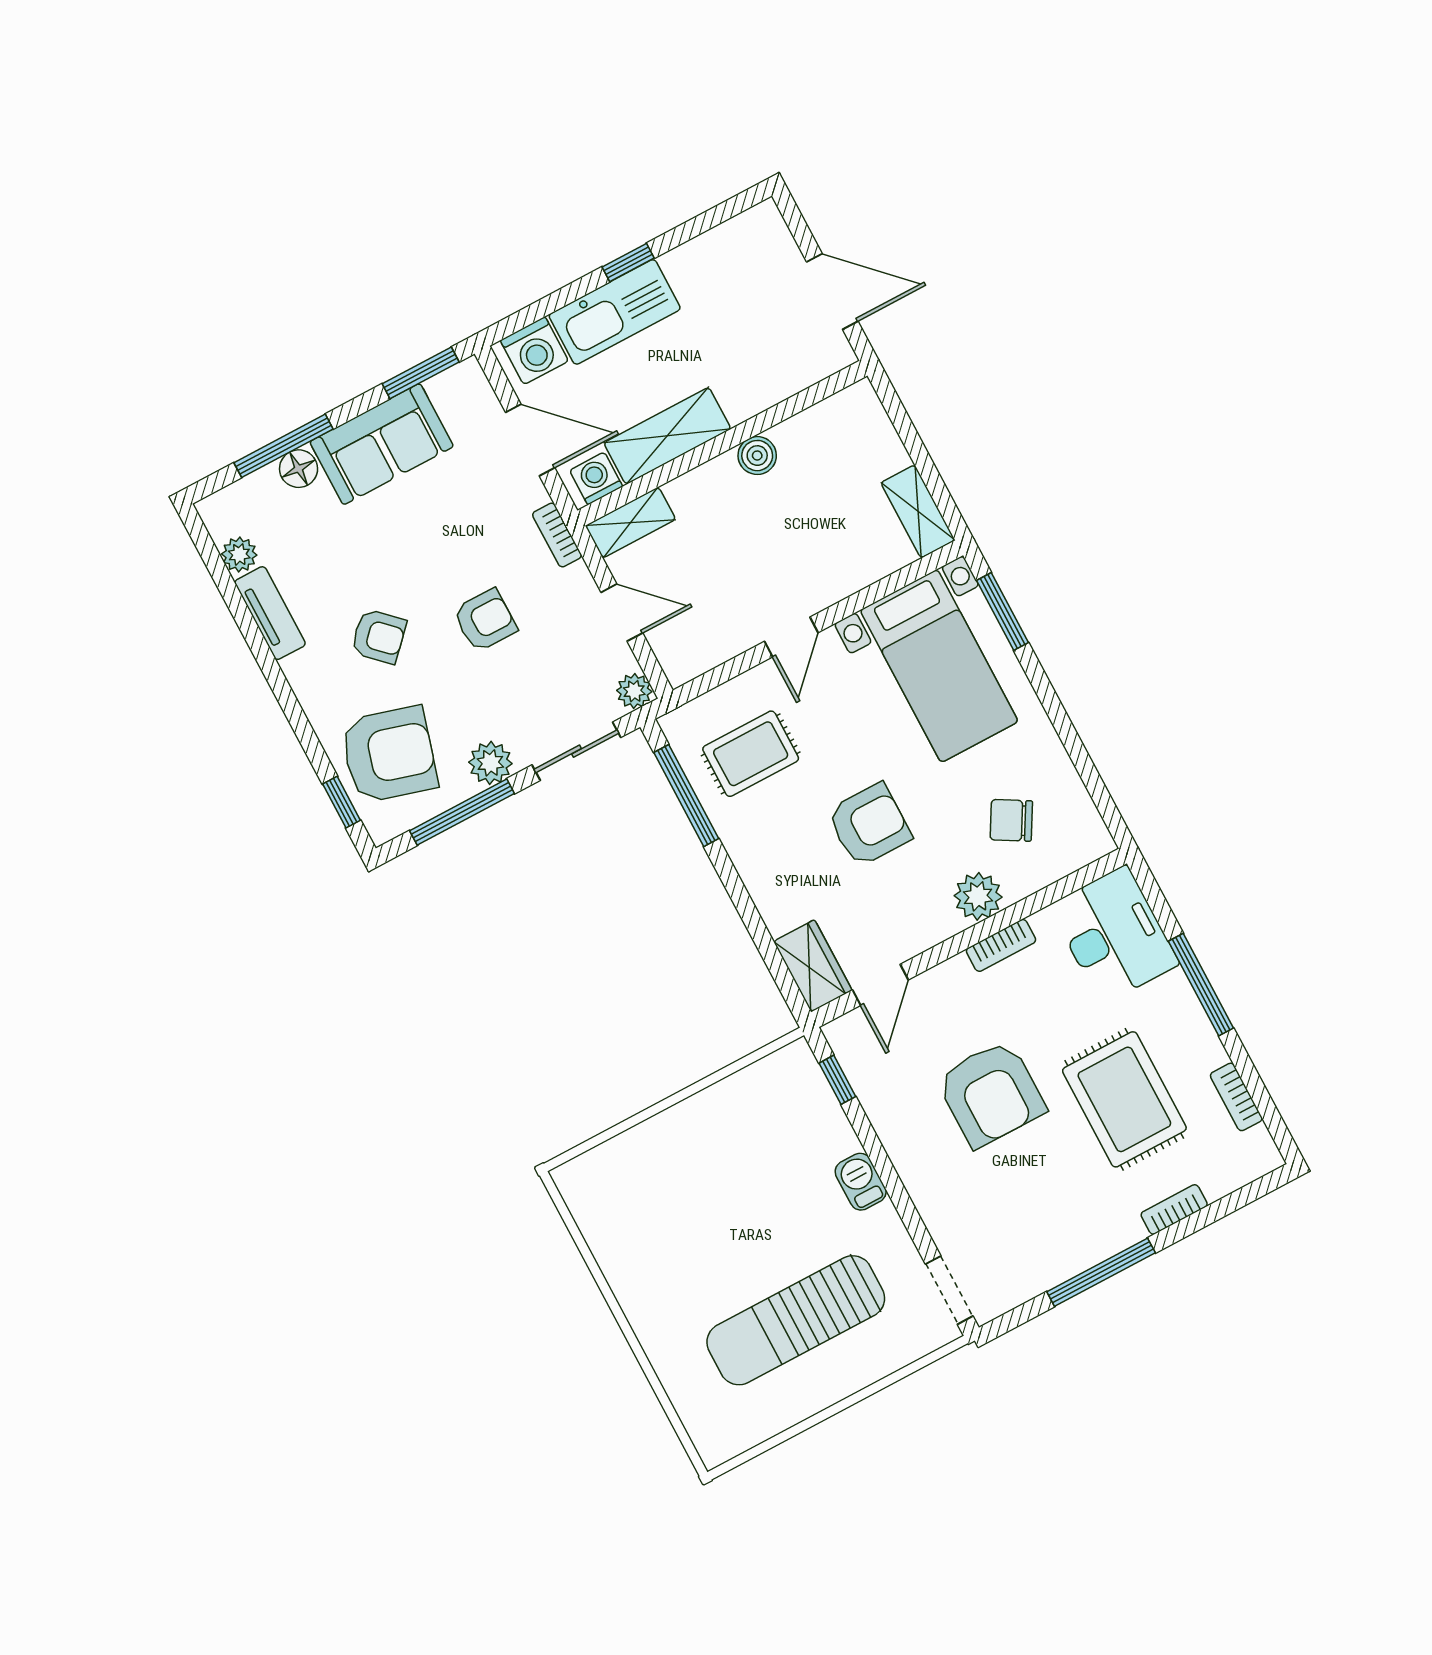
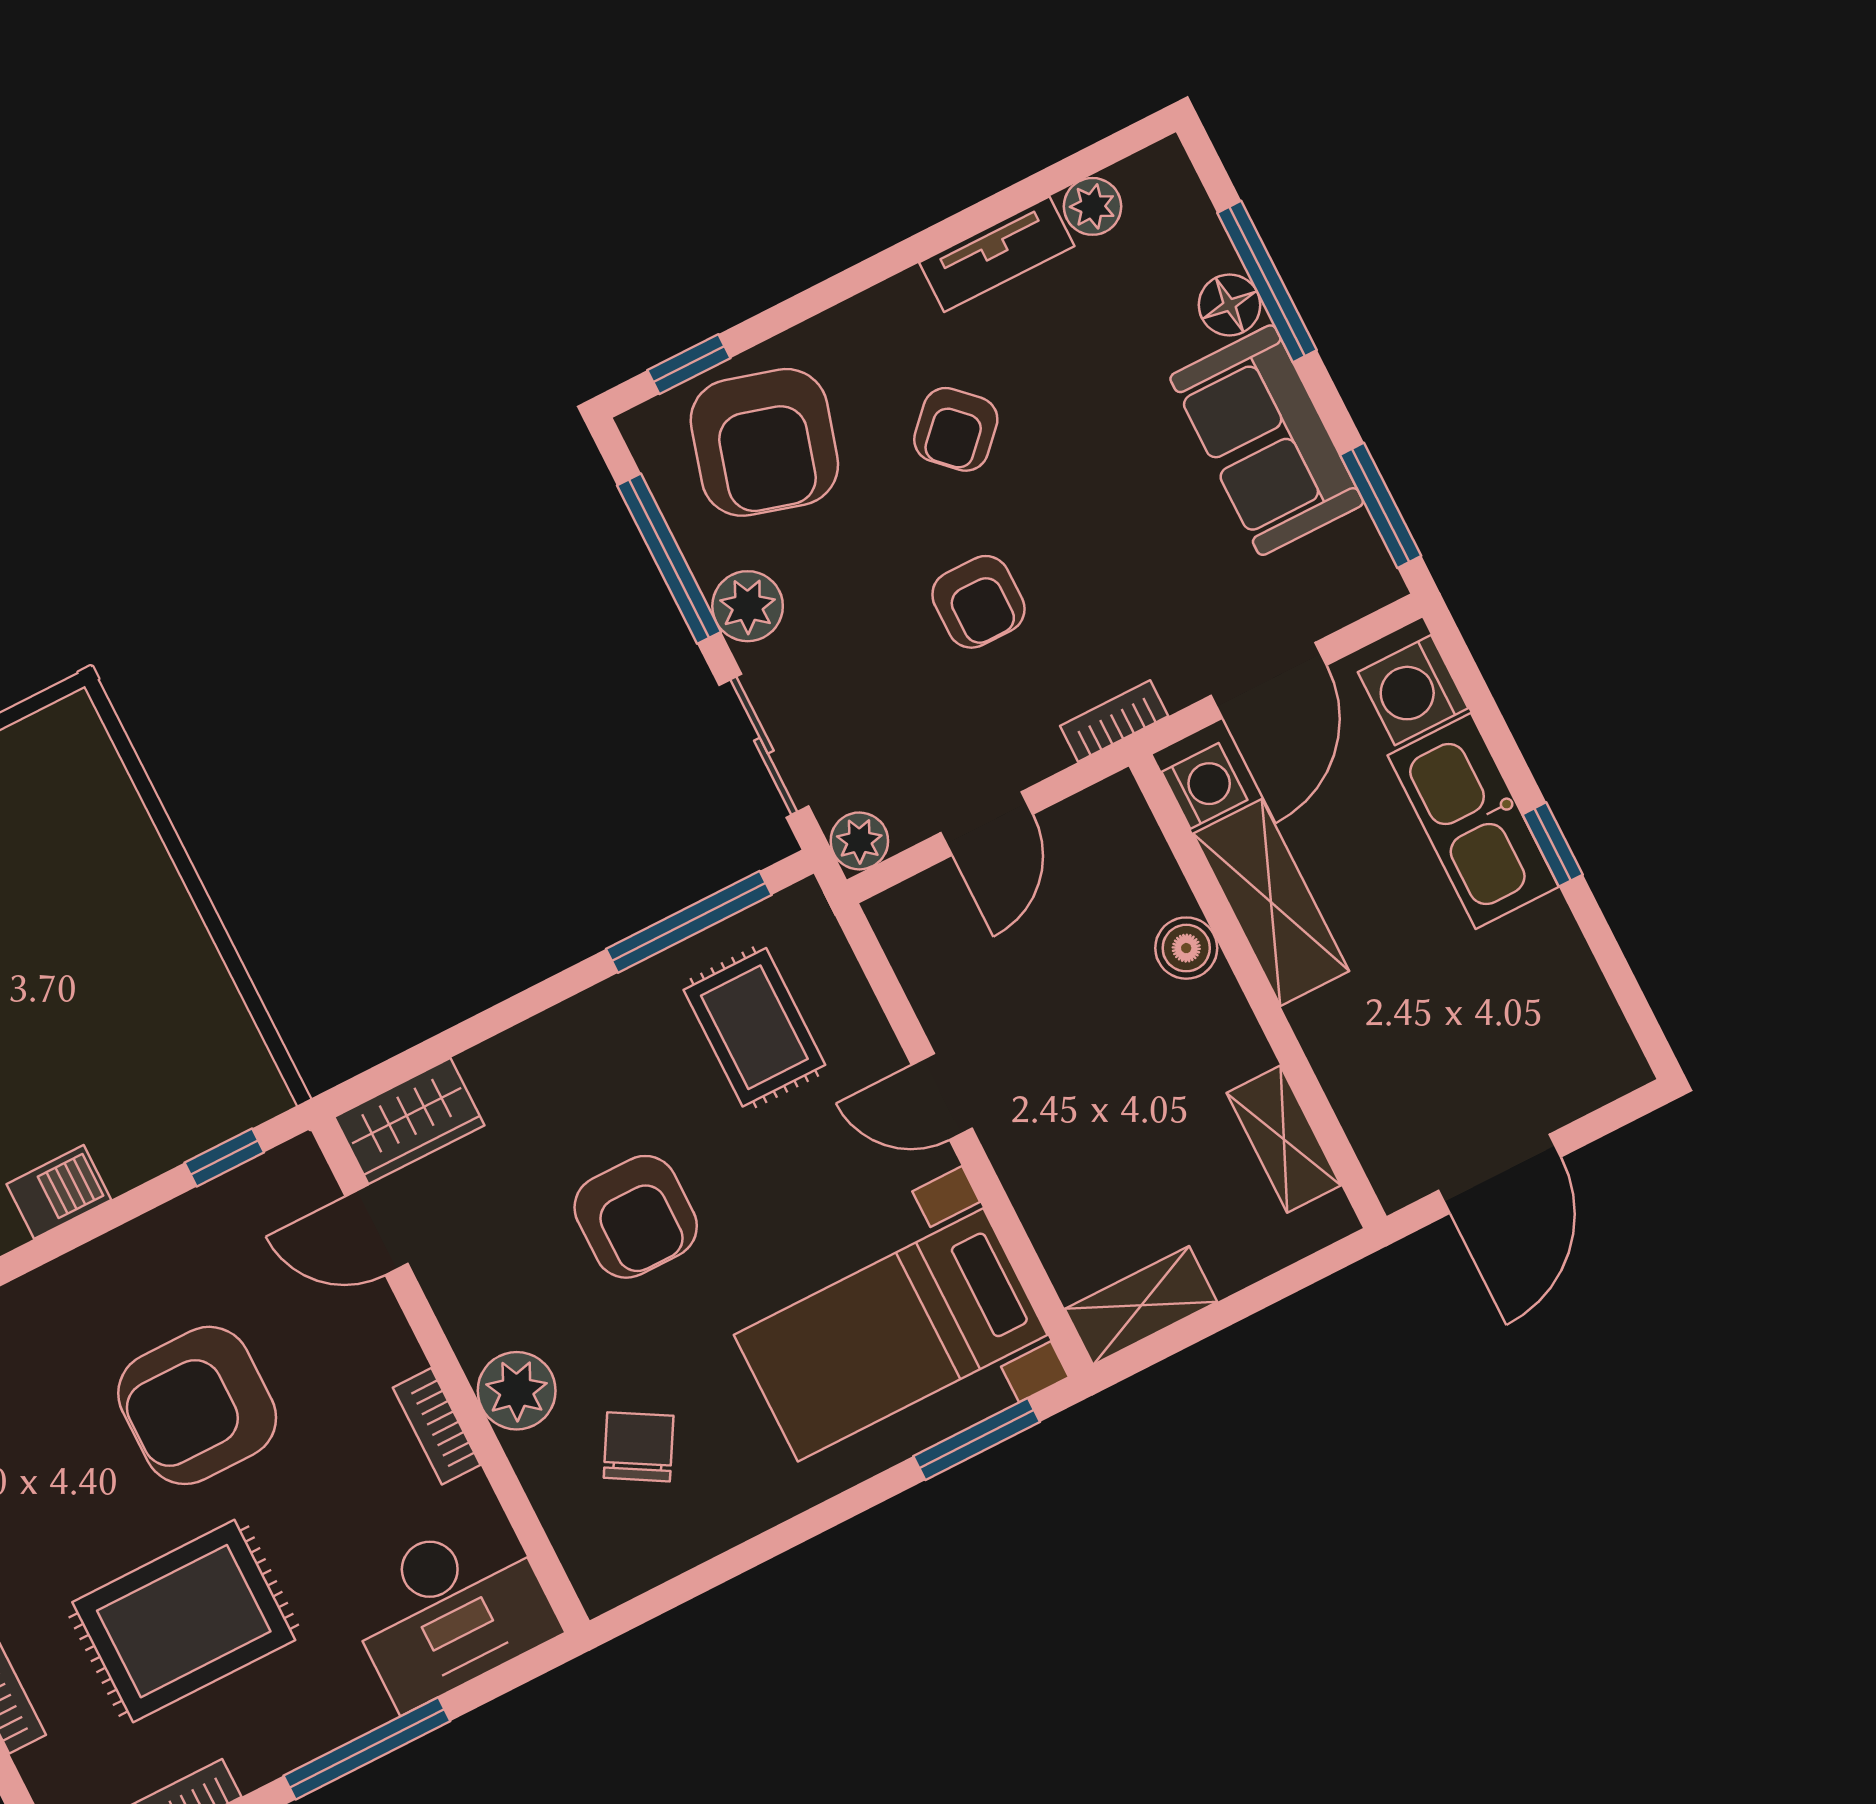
boiler: (757, 456) -> (1186, 948), moved
shelving: (630, 522) -> (1284, 1139), moved

